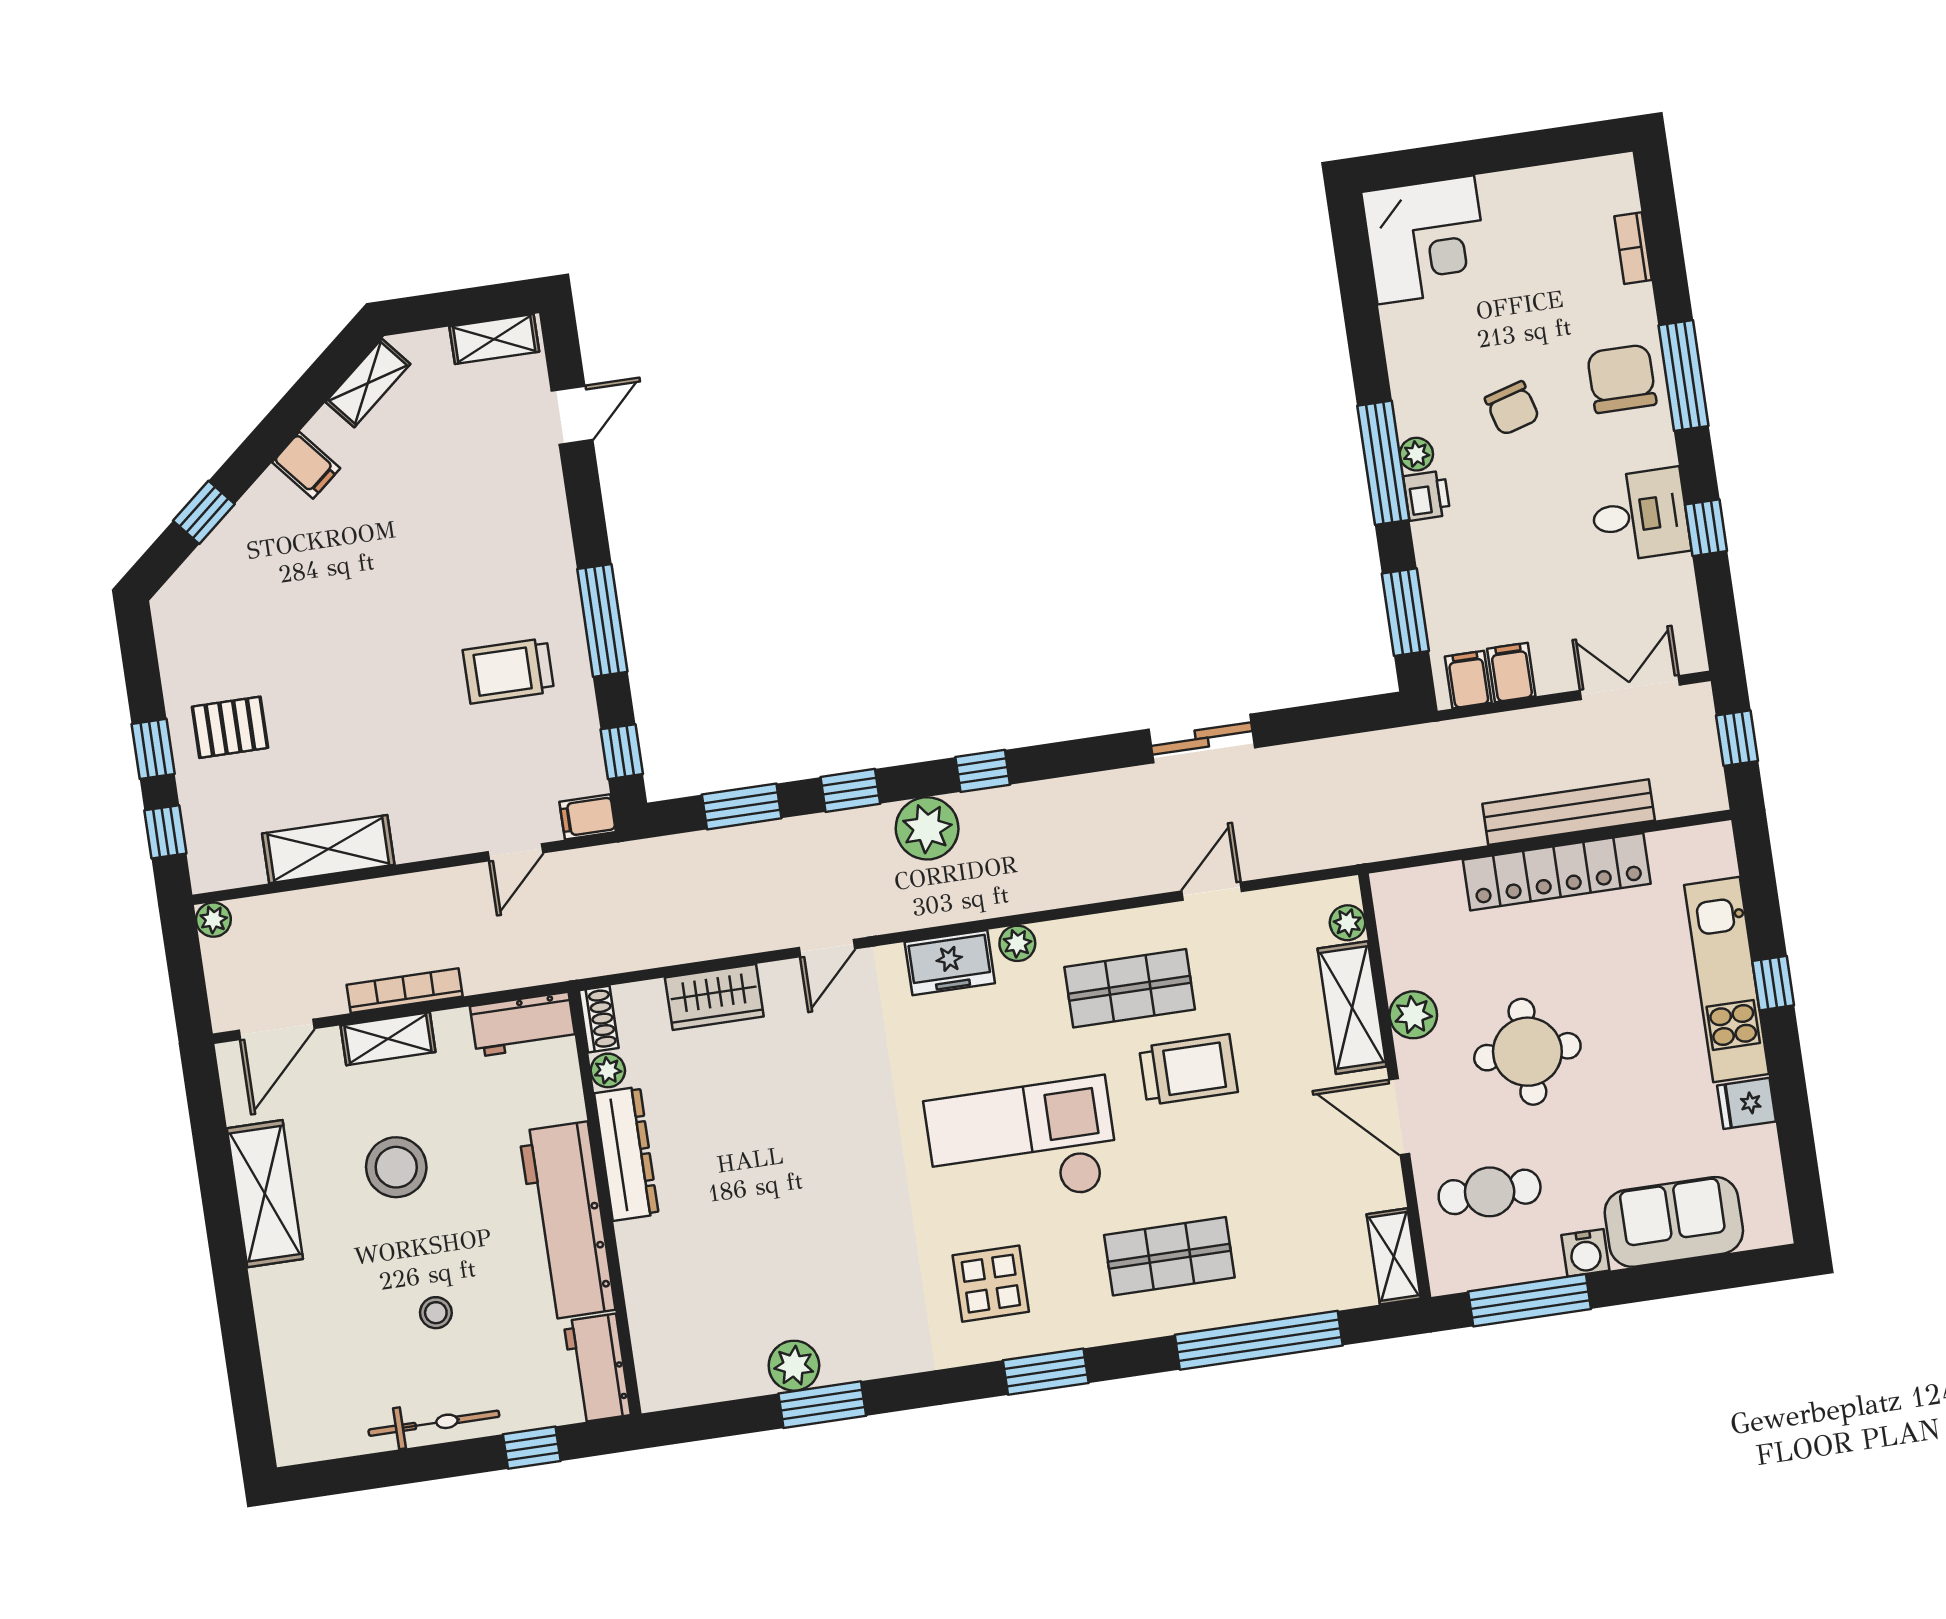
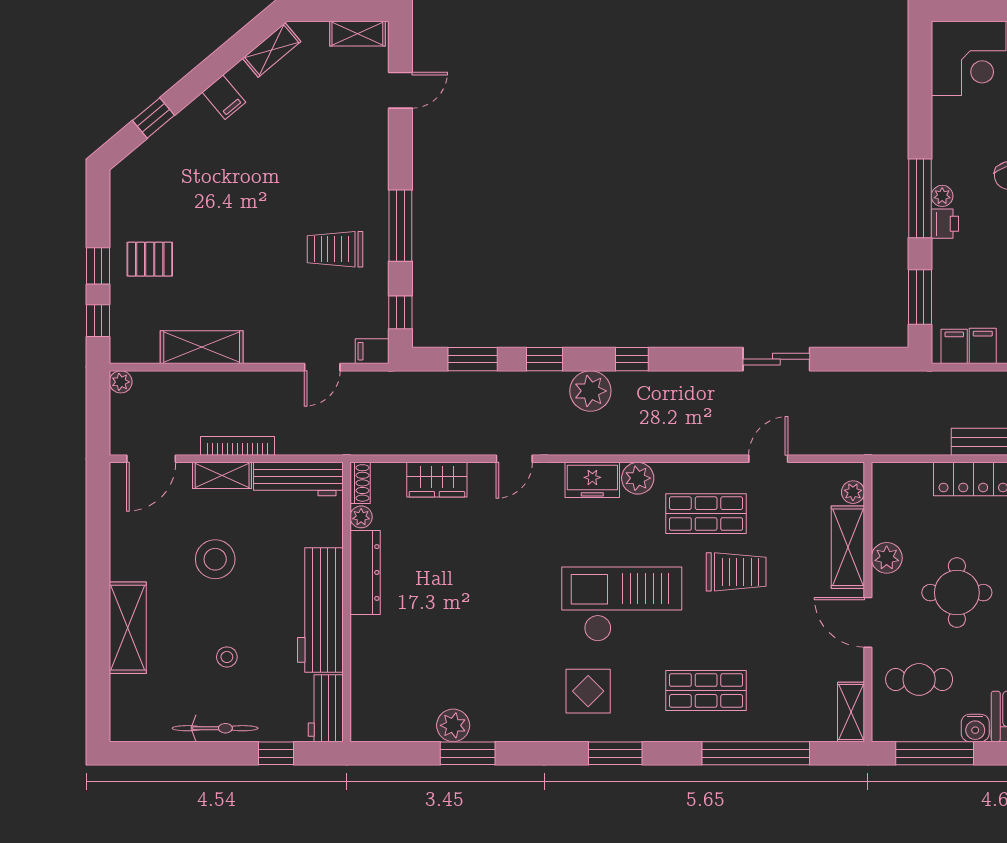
plant: (1017, 943) -> (638, 478), width x1.38, depth x1.38
workbench: (523, 1024) -> (298, 479), width x1.38
shelving: (265, 1194) -> (128, 628), moved

